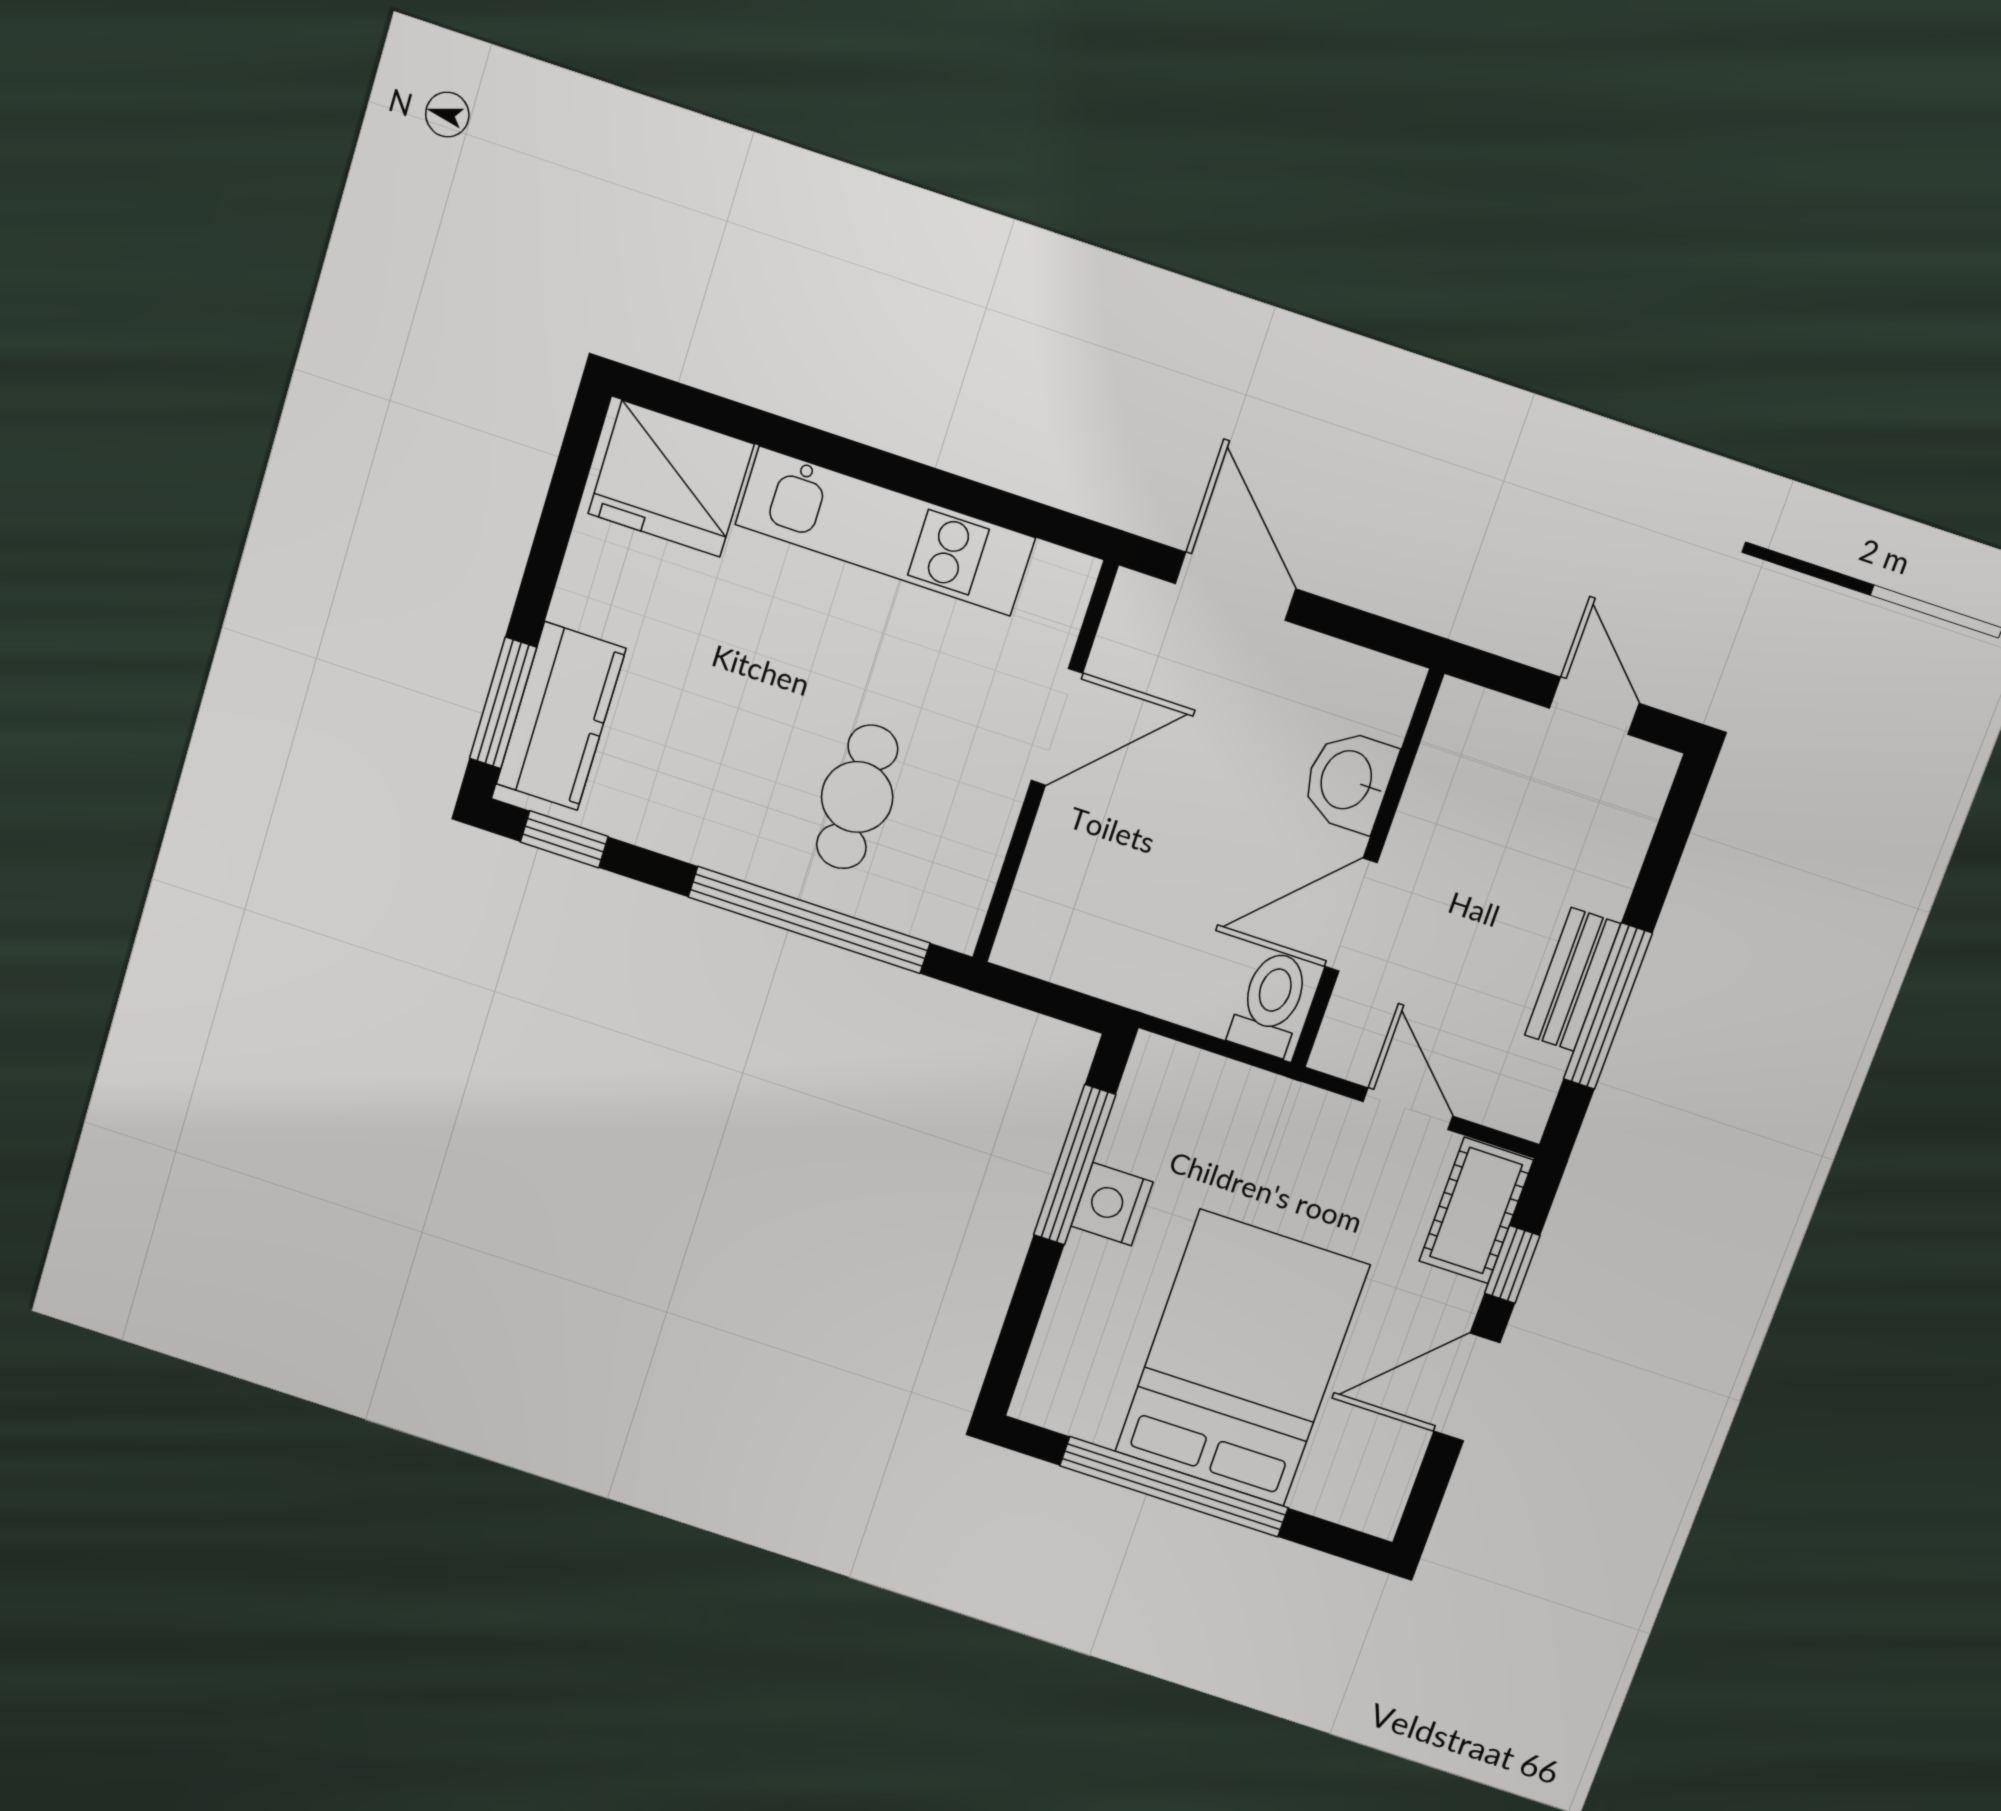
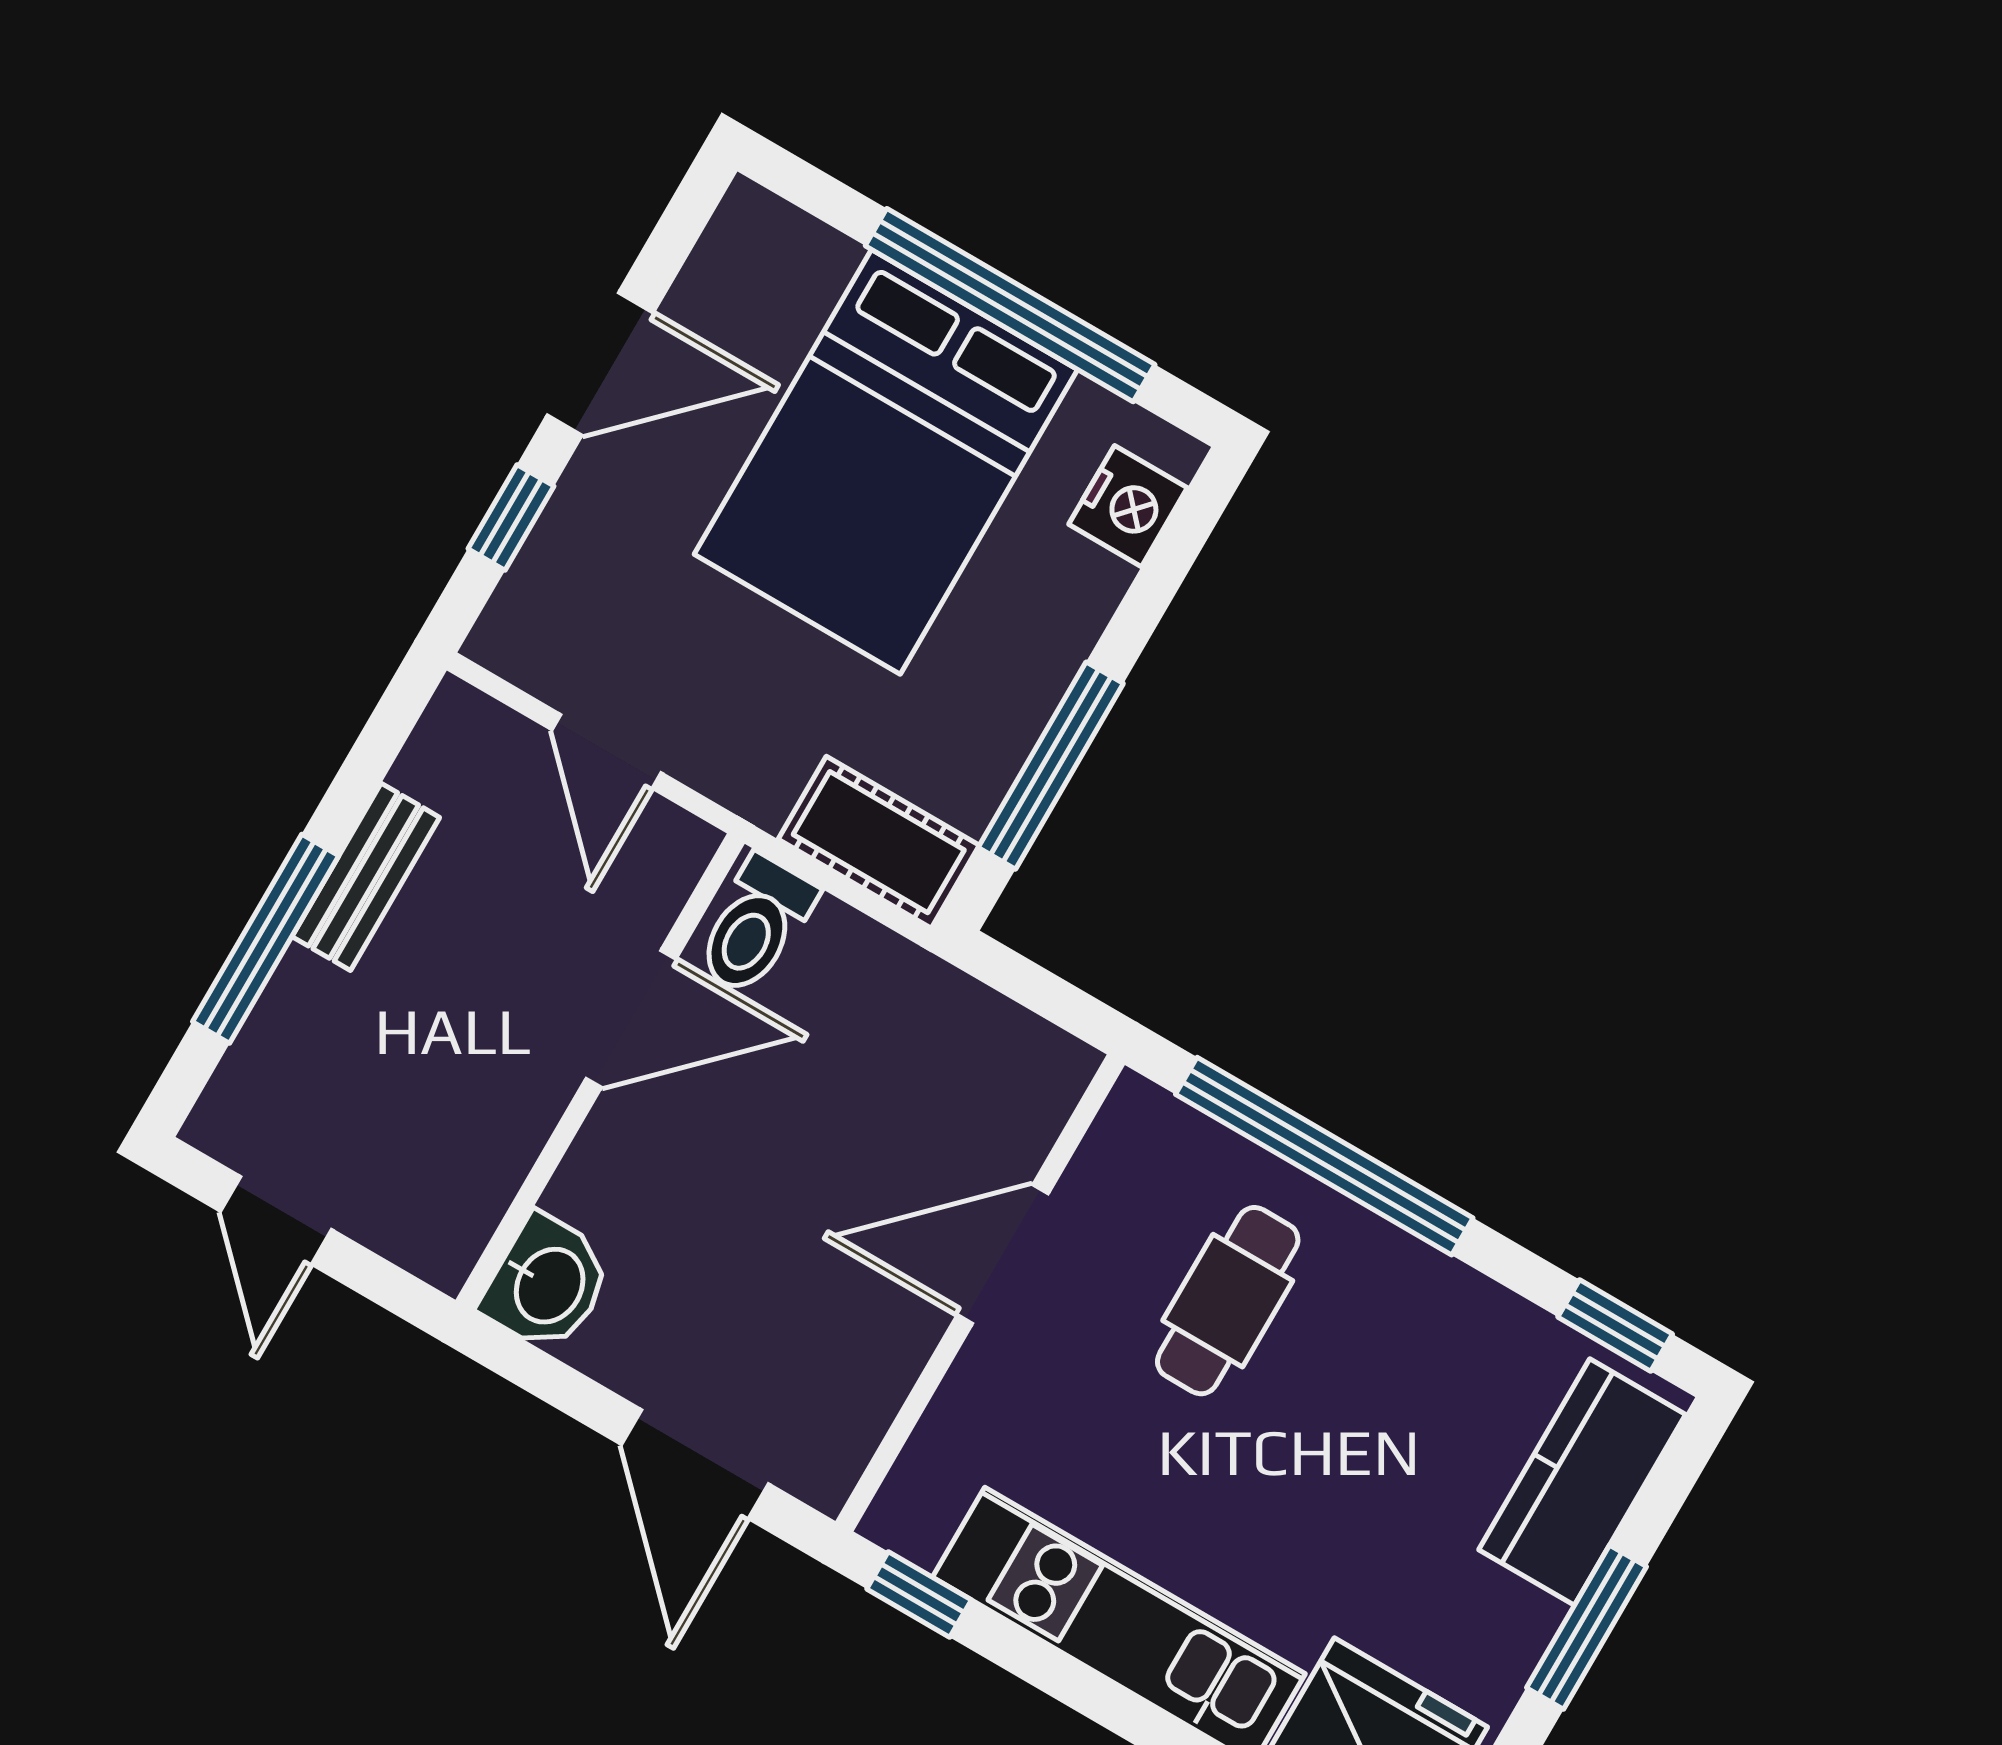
window: (1043, 522) -> (919, 1595), added
window: (503, 703) -> (1587, 1627), moved
door: (1057, 727) -> (1003, 1254), moved
washbasin: (1348, 781) -> (547, 1284), moved
window: (1608, 1006) -> (266, 939), moved
nightstand: (1112, 1204) -> (1128, 506), moved
cot: (1476, 1211) -> (879, 842), moved, turned 90

